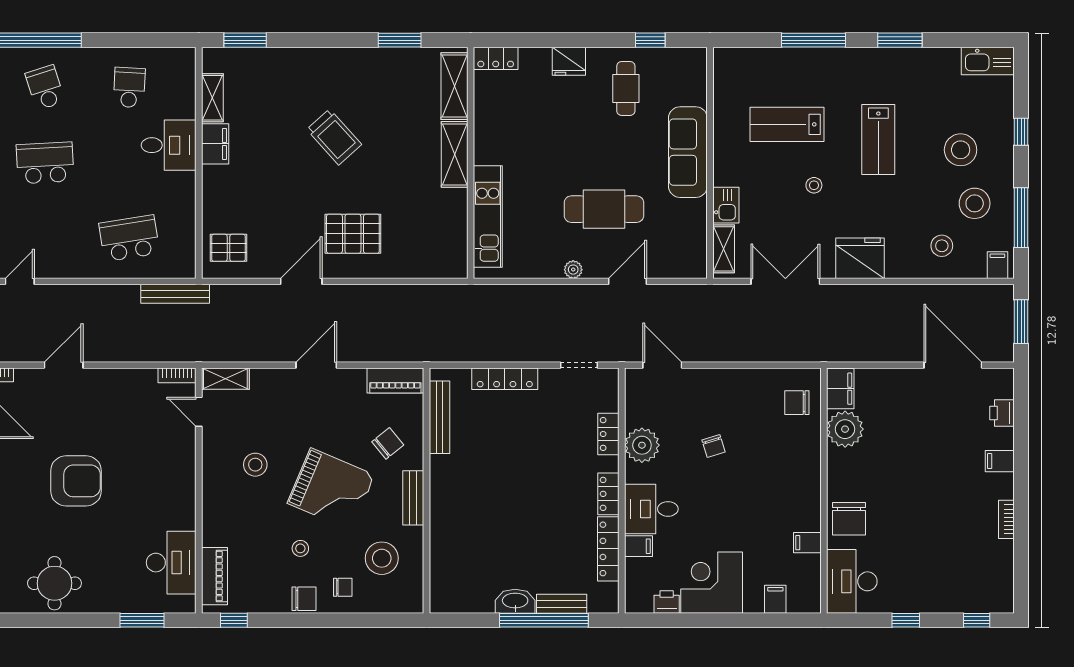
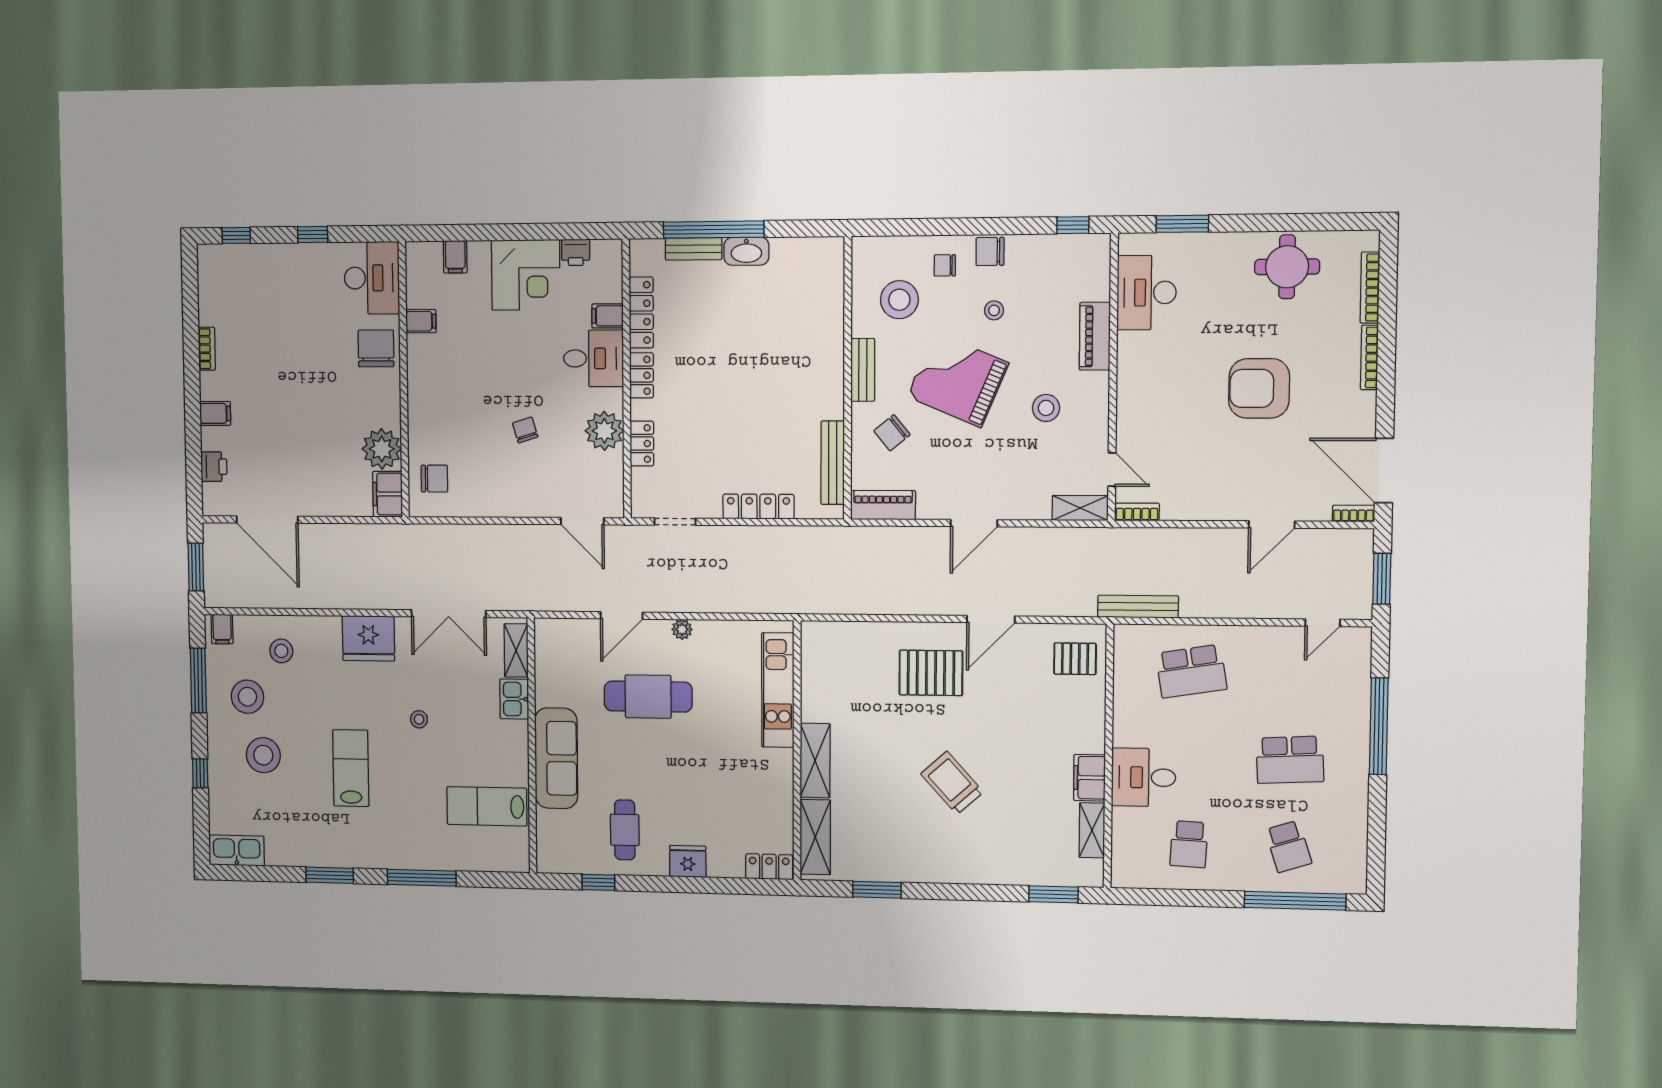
lab bench: (787, 124) -> (487, 806), moved, turned 180
piano: (214, 576) -> (1095, 336), moved

